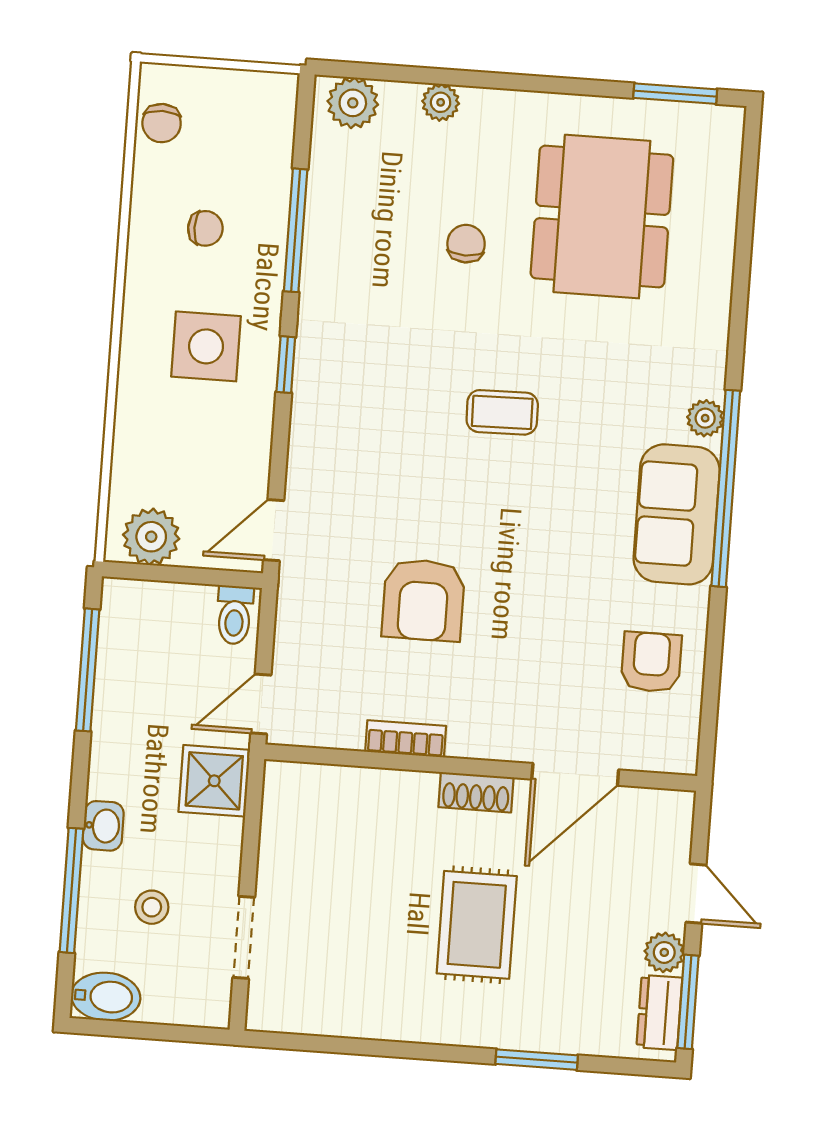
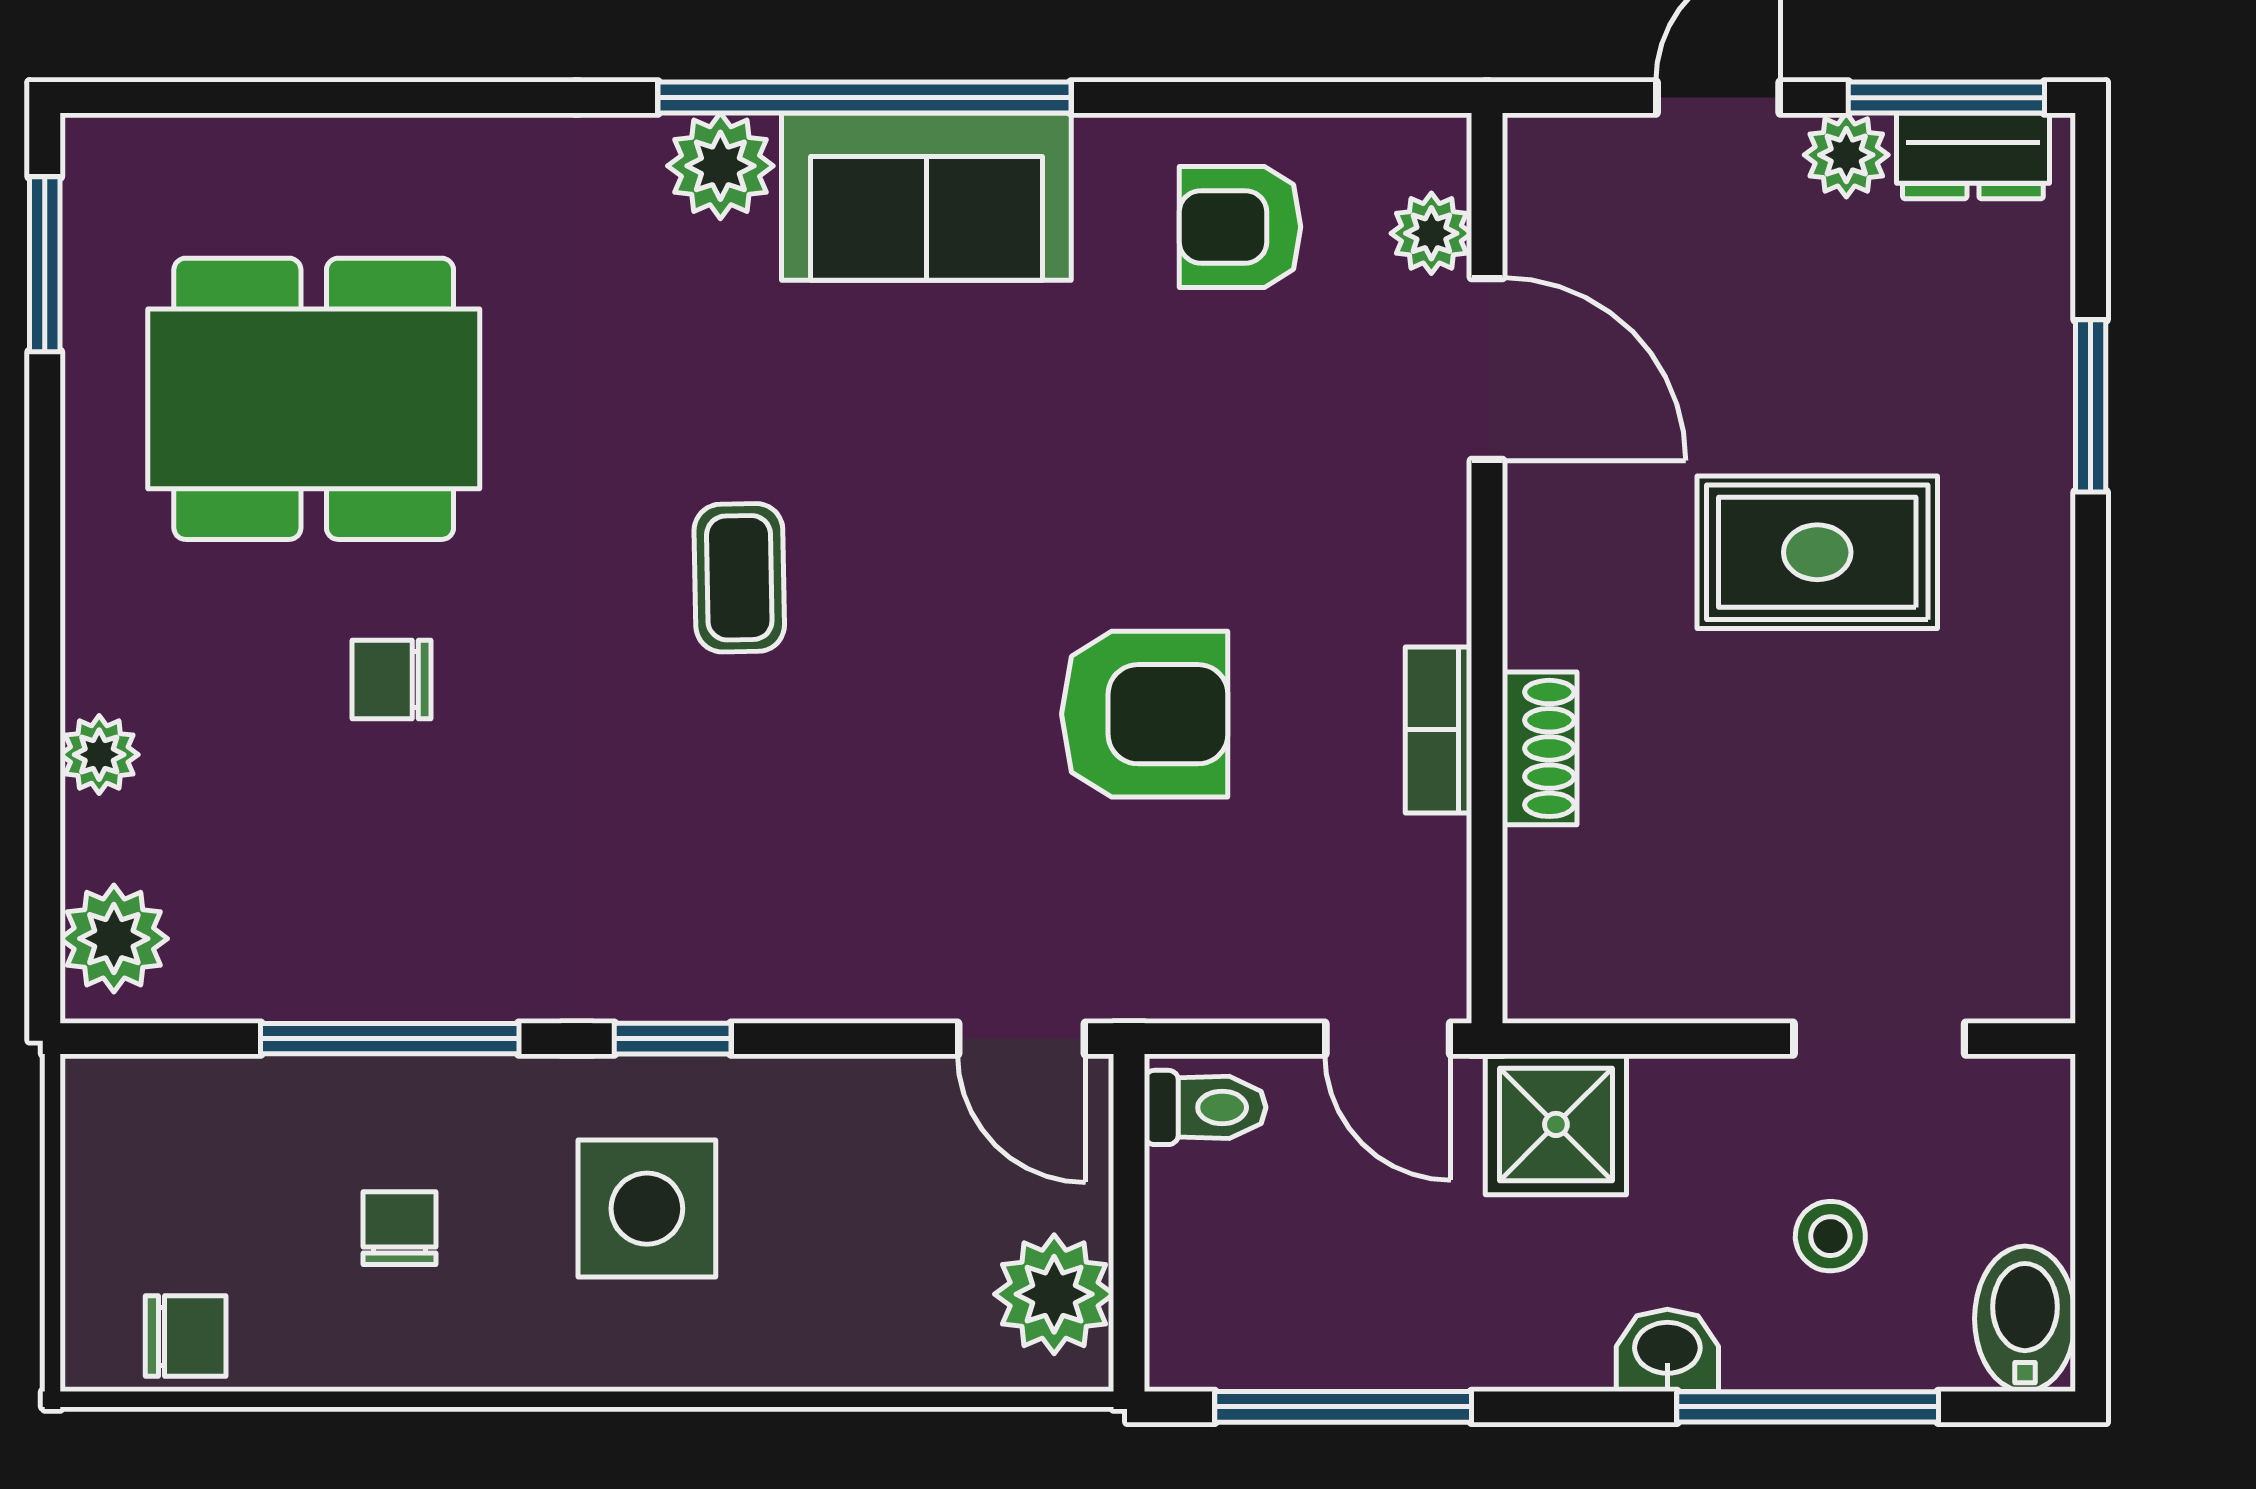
plant: (705, 418) -> (720, 166), width x1.38, depth x1.38
plant: (642, 753) -> (1431, 233), added
shoe rack: (476, 792) -> (1540, 748), moved

